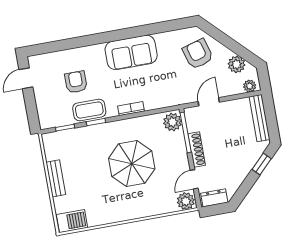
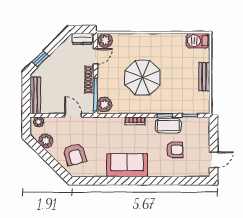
armchair: (76, 82) -> (175, 150), turned -90
door: (209, 102) -> (73, 115), swing flipped

